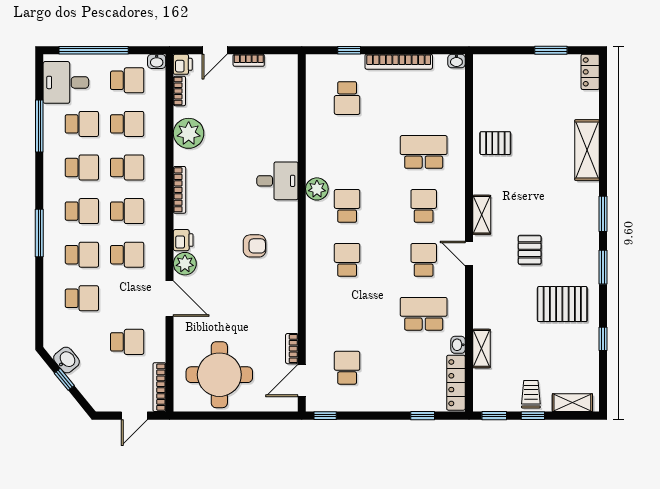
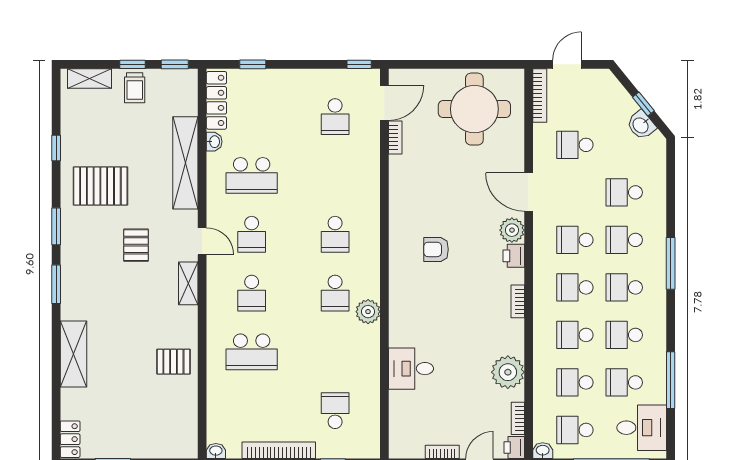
desk: (277, 181) -> (411, 369), moved
bookcase: (180, 190) -> (518, 301), width x0.64
shelving: (482, 348) -> (185, 163), width x2.20, depth x1.33

